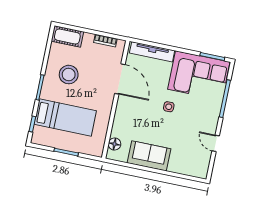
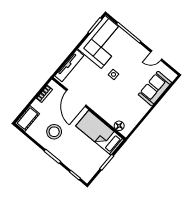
door: (120, 79) -> (76, 98), swing flipped
bed: (65, 118) -> (100, 133), moved, turned -90
sofa: (149, 156) -> (155, 89), moved

